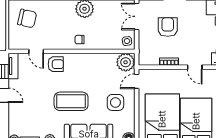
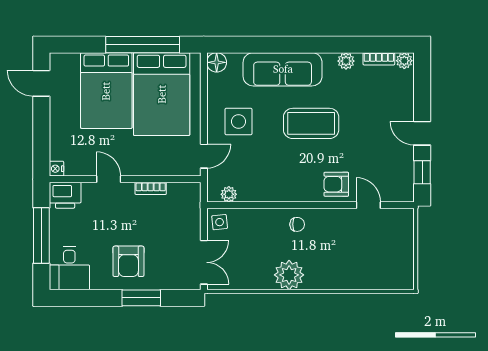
chair: (27, 18) -> (383, 259), removed
armchair: (168, 27) -> (128, 261), moved
plant: (126, 62) -> (229, 194), width x0.53, depth x0.53
tv unit: (13, 66) -> (406, 181), removed

